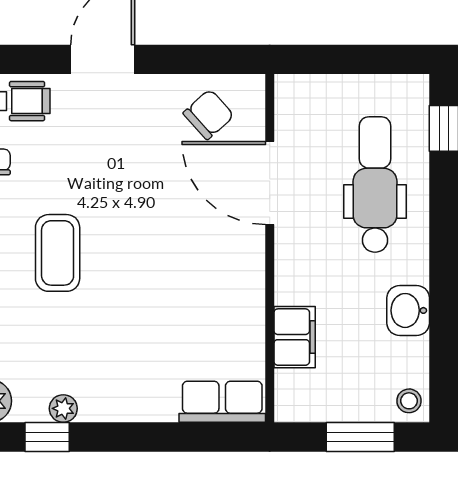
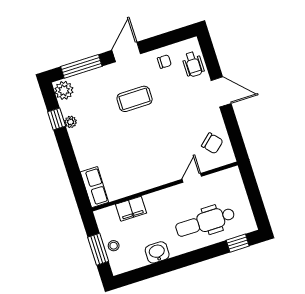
door: (270, 183) -> (192, 178), width x0.53
dental chair: (375, 185) -> (205, 222), turned 180
stool: (409, 401) -> (114, 246), moved

